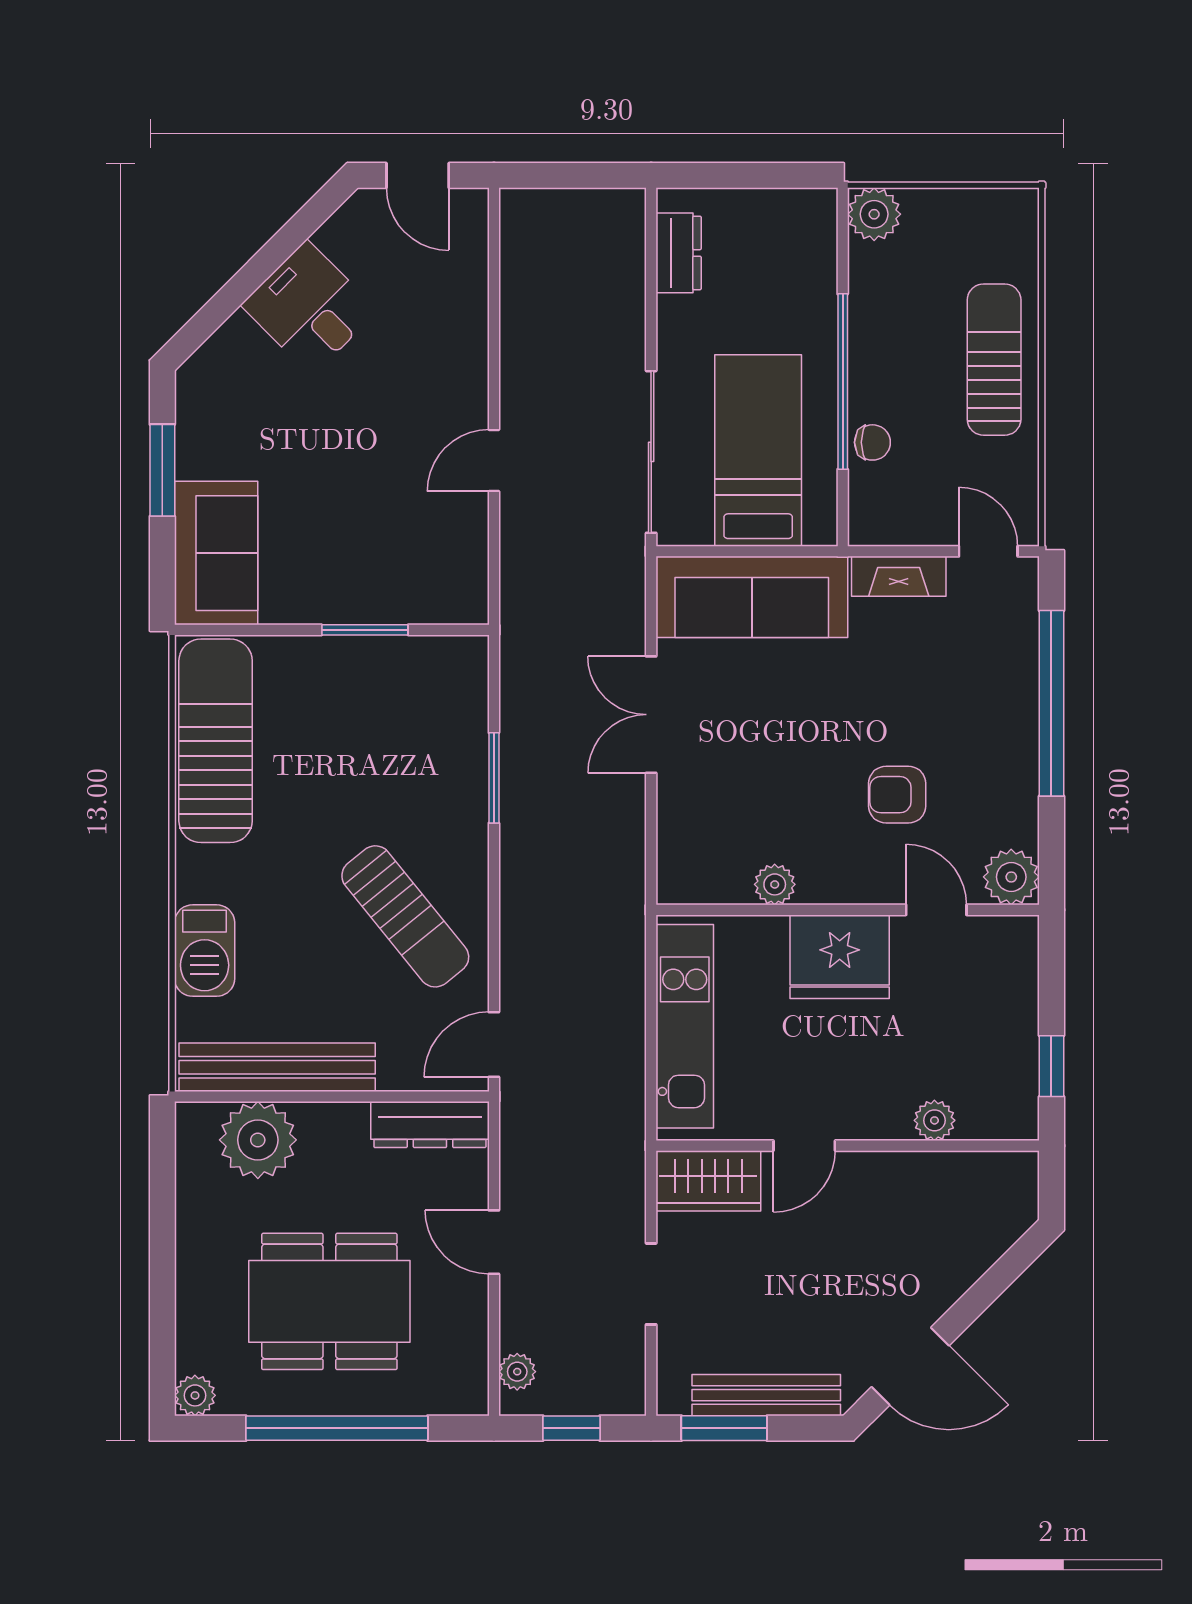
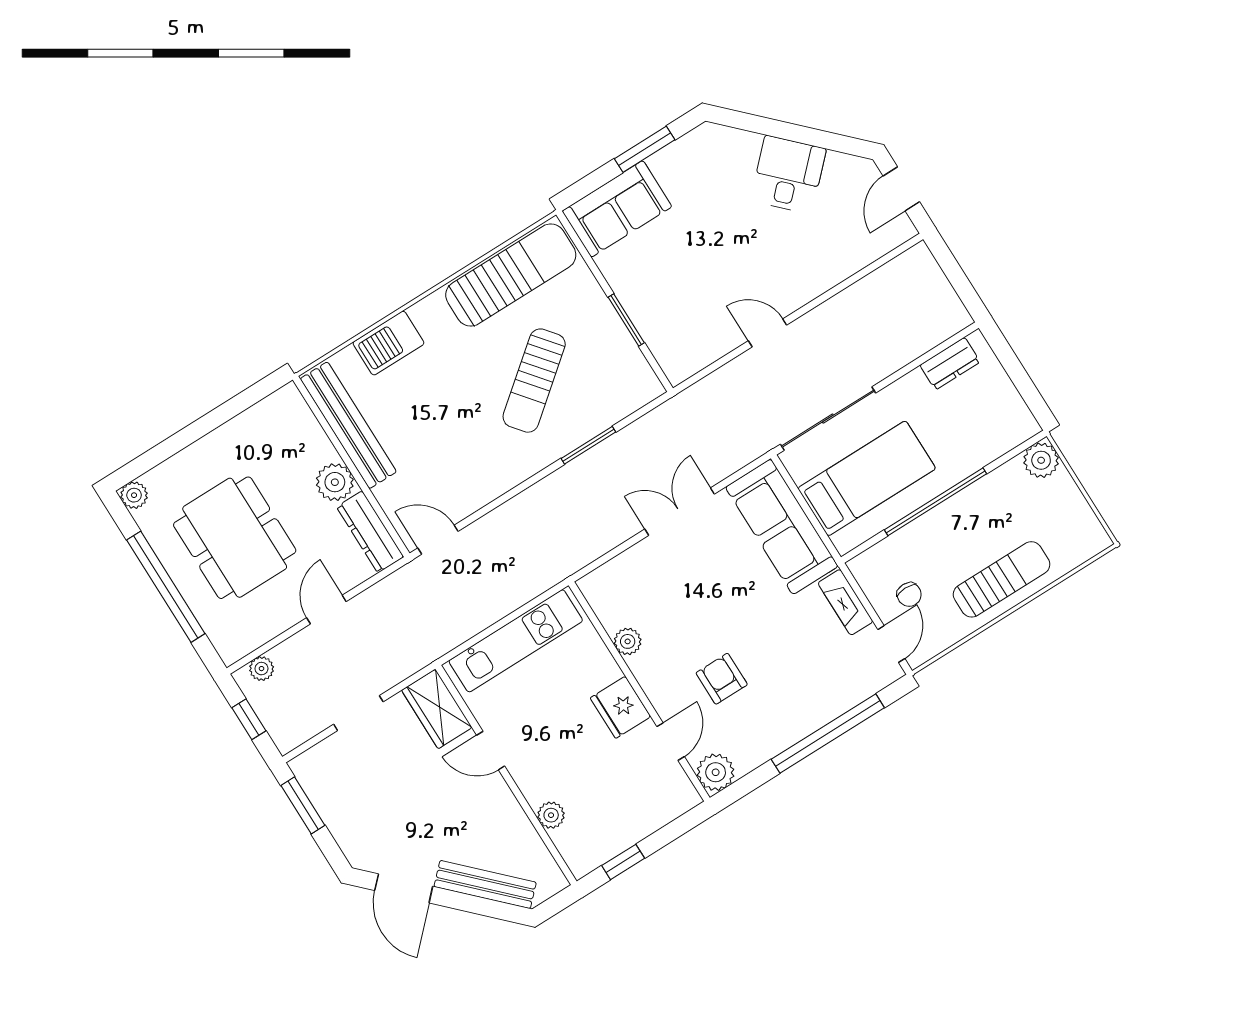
chair: (872, 442) -> (909, 595), moved
sun lounger: (405, 916) -> (534, 381), moved
fridge: (840, 957) -> (620, 707), width x0.73, depth x0.75
plant: (258, 1140) -> (335, 482), moved, width x0.73, depth x0.73
bench: (766, 1395) -> (485, 884), moved, turned -45

